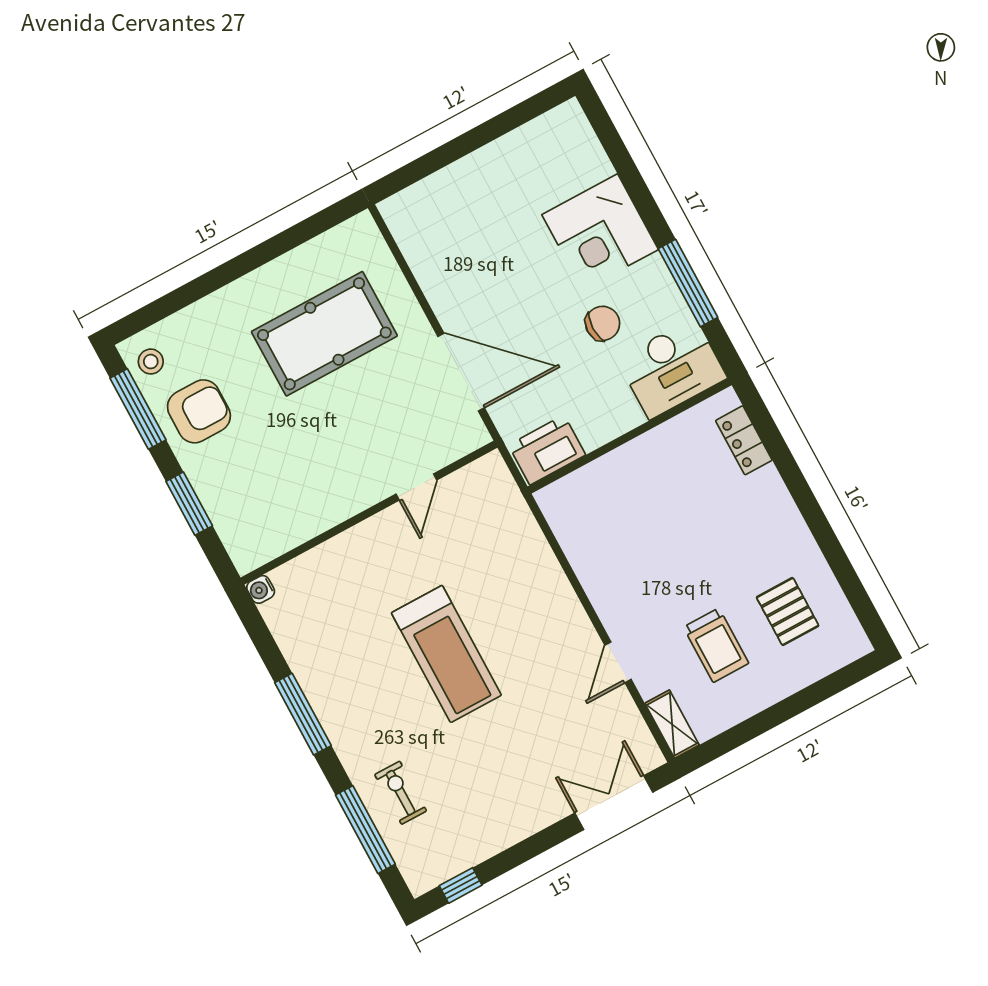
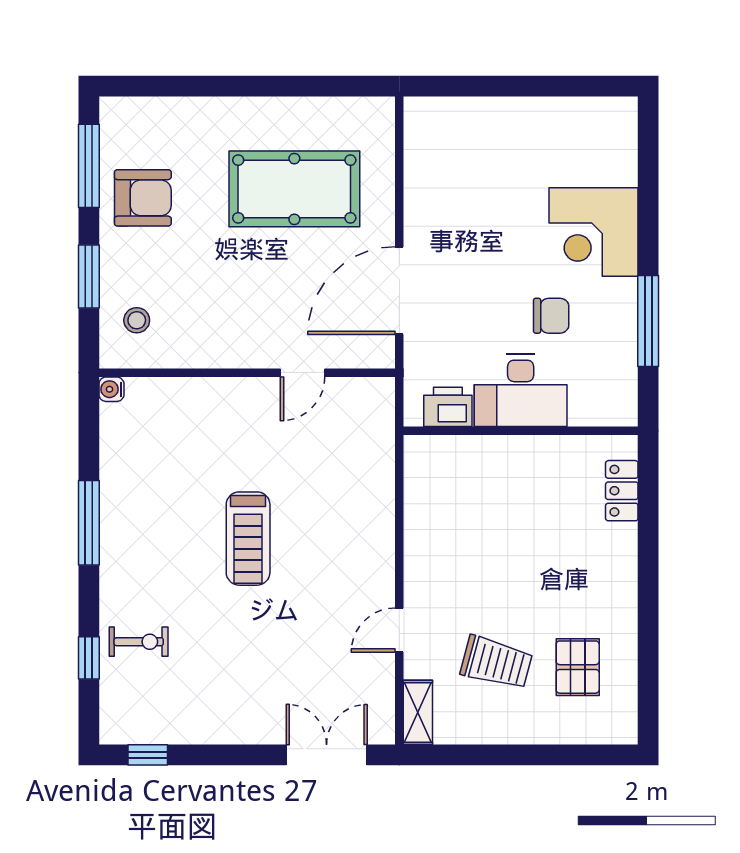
stool: (151, 362) -> (137, 320), moved
desk: (672, 368) -> (521, 390), moved
door: (461, 372) -> (399, 291), swing flipped
printer: (547, 450) -> (448, 407), width x0.73, depth x0.84
trolley: (716, 645) -> (496, 663), turned -75
treadmill: (446, 654) -> (248, 539), width x0.73, depth x0.73
exercise bike: (401, 793) -> (139, 642), turned 90
window: (365, 830) -> (89, 658), width x0.46

